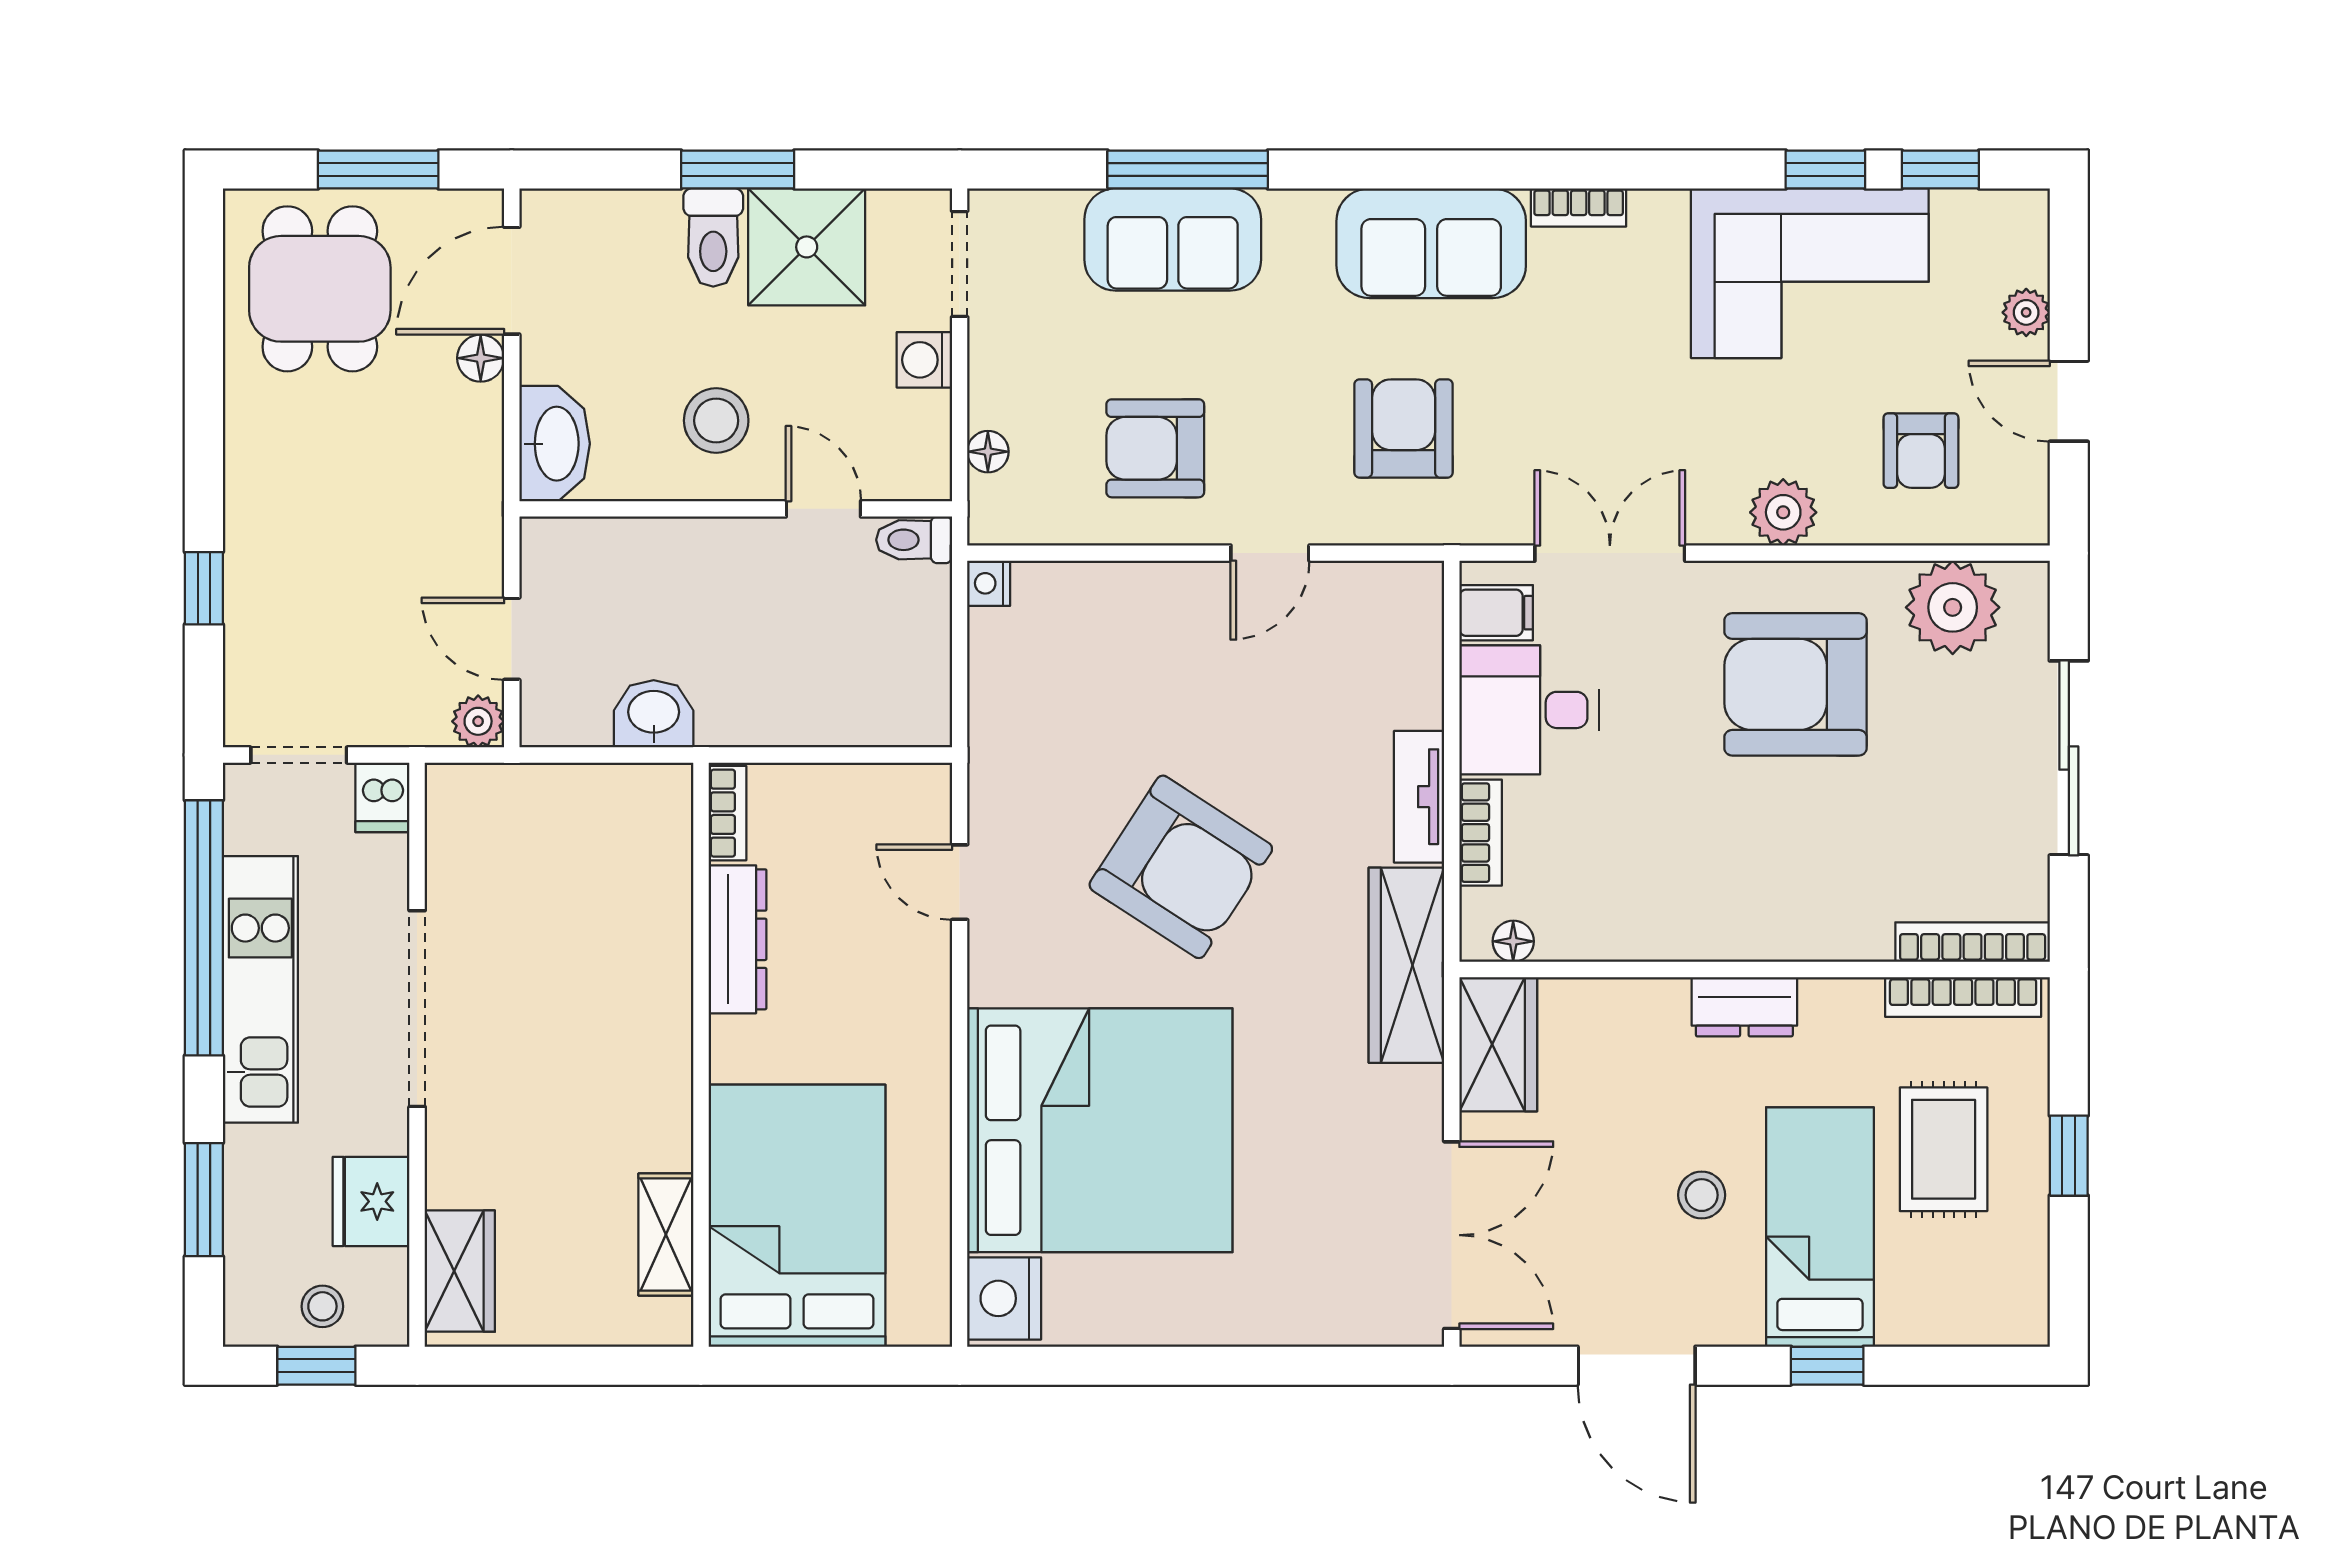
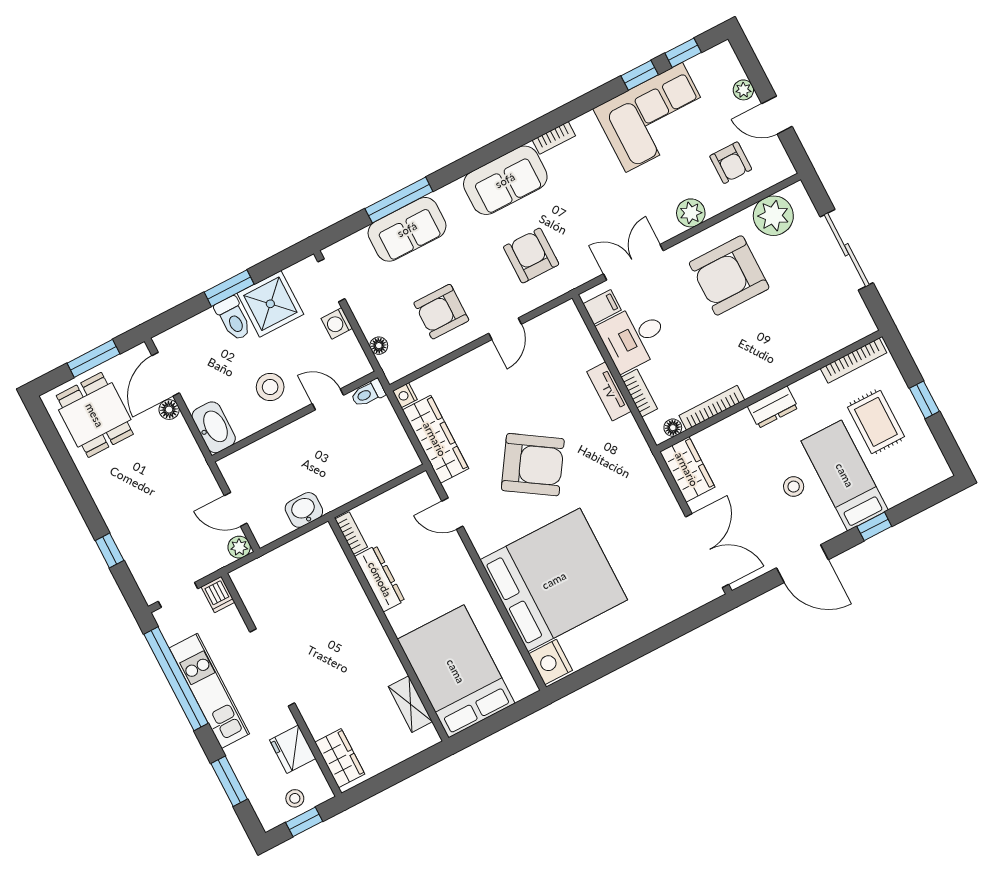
bookcase: (1973, 942) -> (712, 408), moved
wardrobe: (1406, 965) -> (435, 439), moved, turned 180

